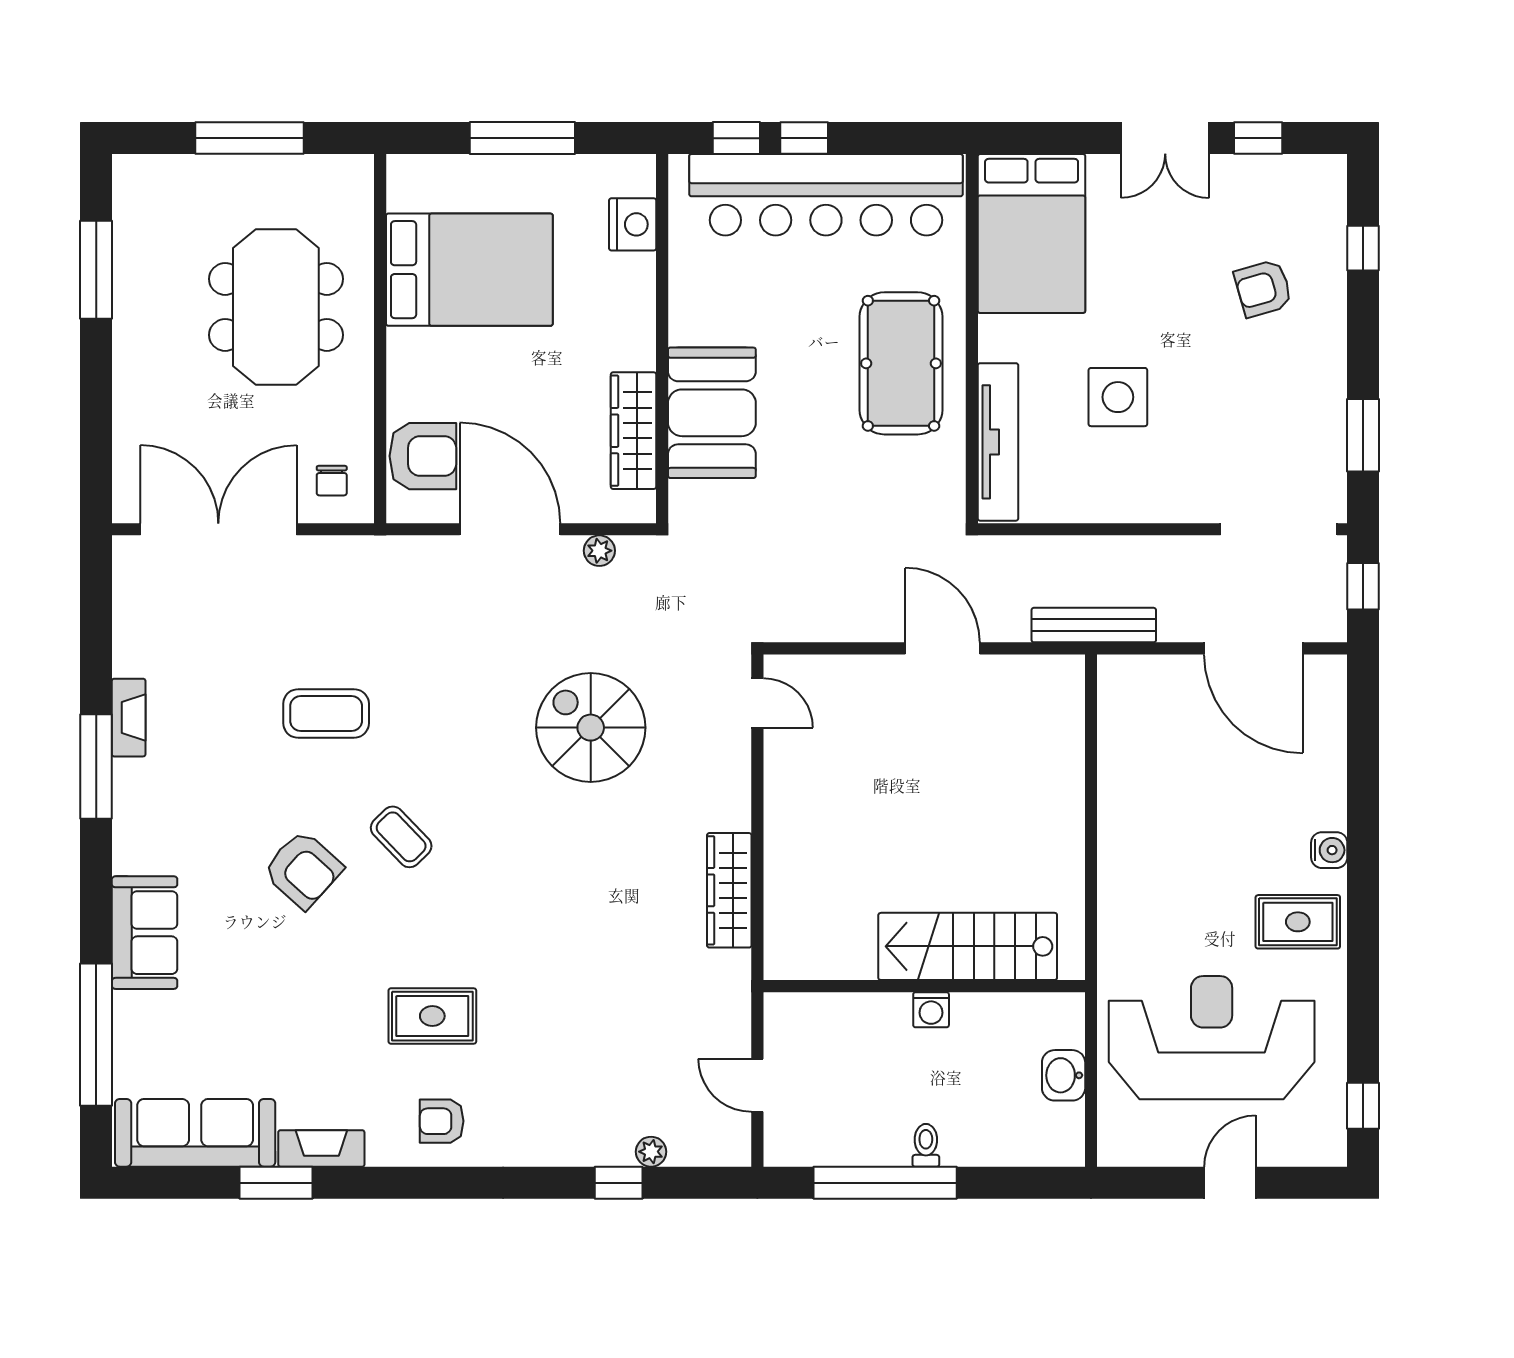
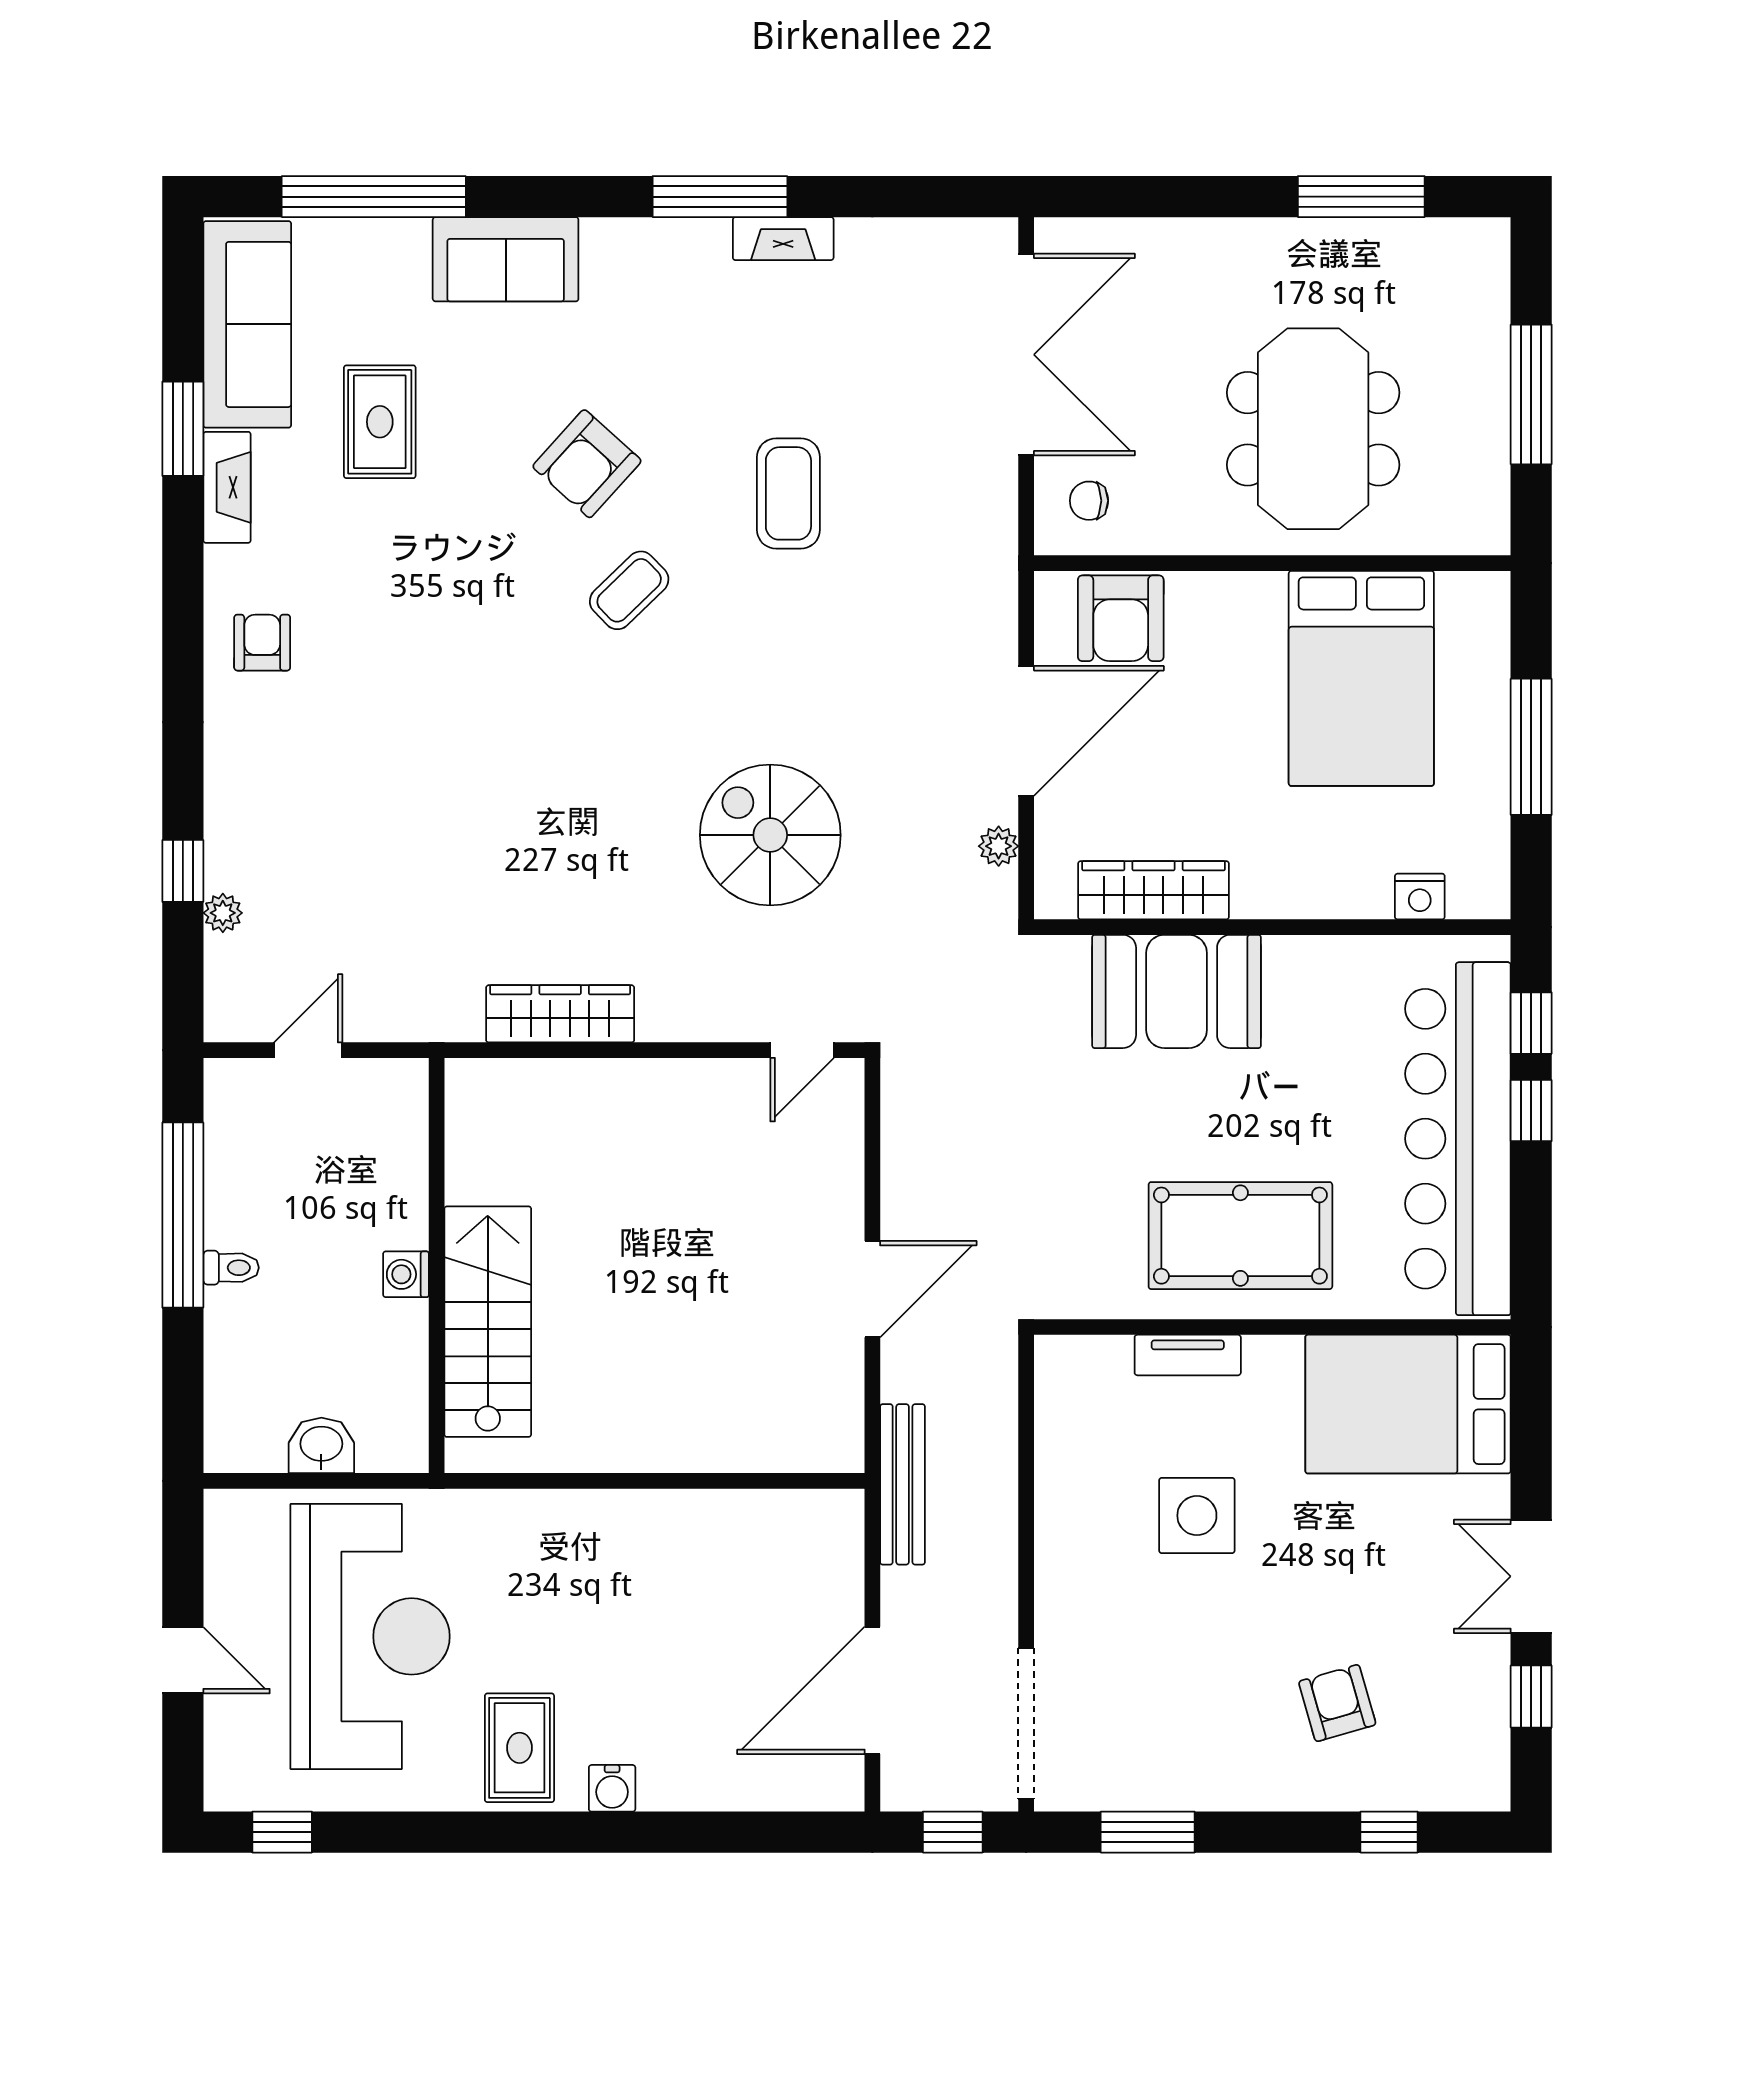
nightstand: (633, 224) -> (1420, 897), width x0.74, depth x0.75
meeting table: (276, 307) -> (1313, 429), turned 90
tv unit: (998, 442) -> (1188, 1355), width x0.52, depth x0.78
spiral stairs: (591, 728) -> (770, 835), turned -90
rug: (432, 1016) -> (380, 422), moved

